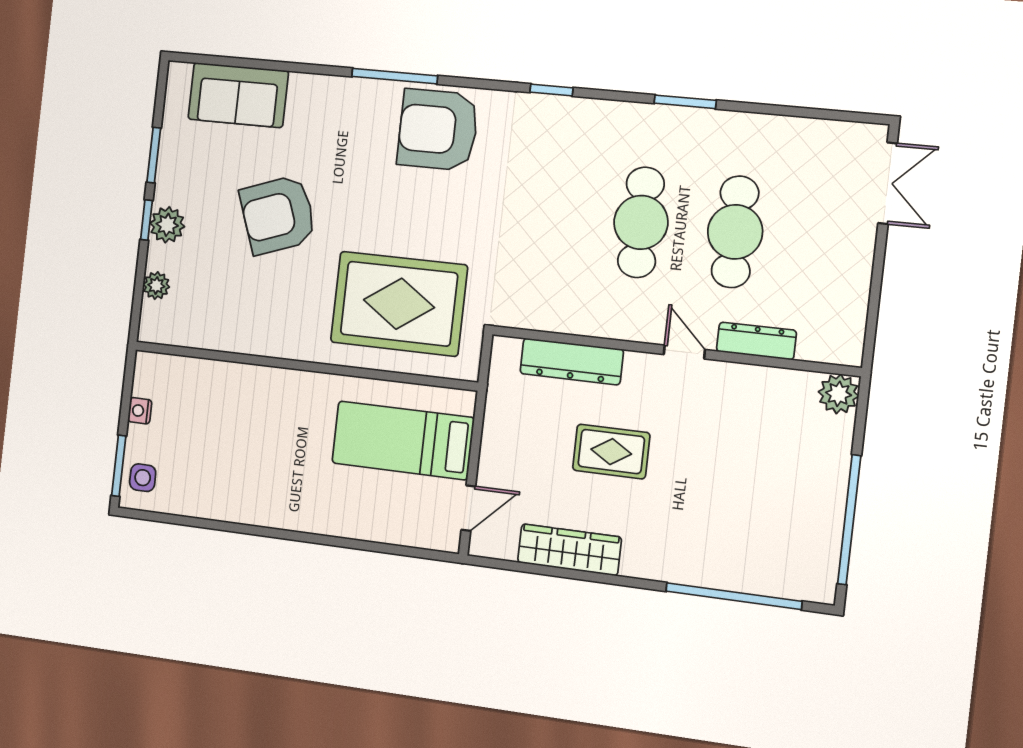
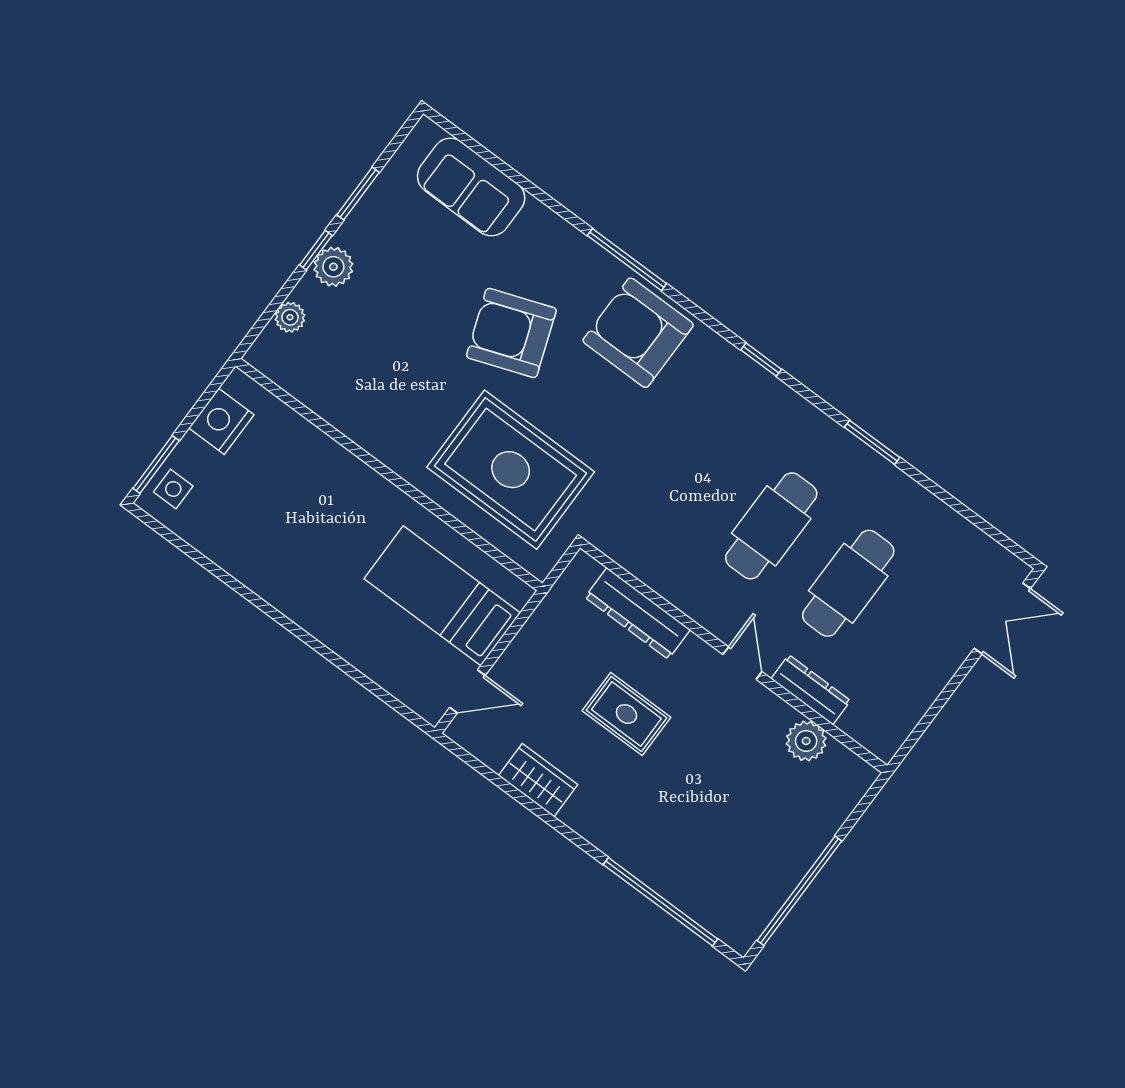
armchair: (278, 215) -> (511, 333), moved
plant: (839, 394) -> (806, 741), moved
nightstand: (140, 411) -> (221, 421), width x1.89, depth x1.79
wardrobe: (569, 550) -> (538, 780), width x0.67

